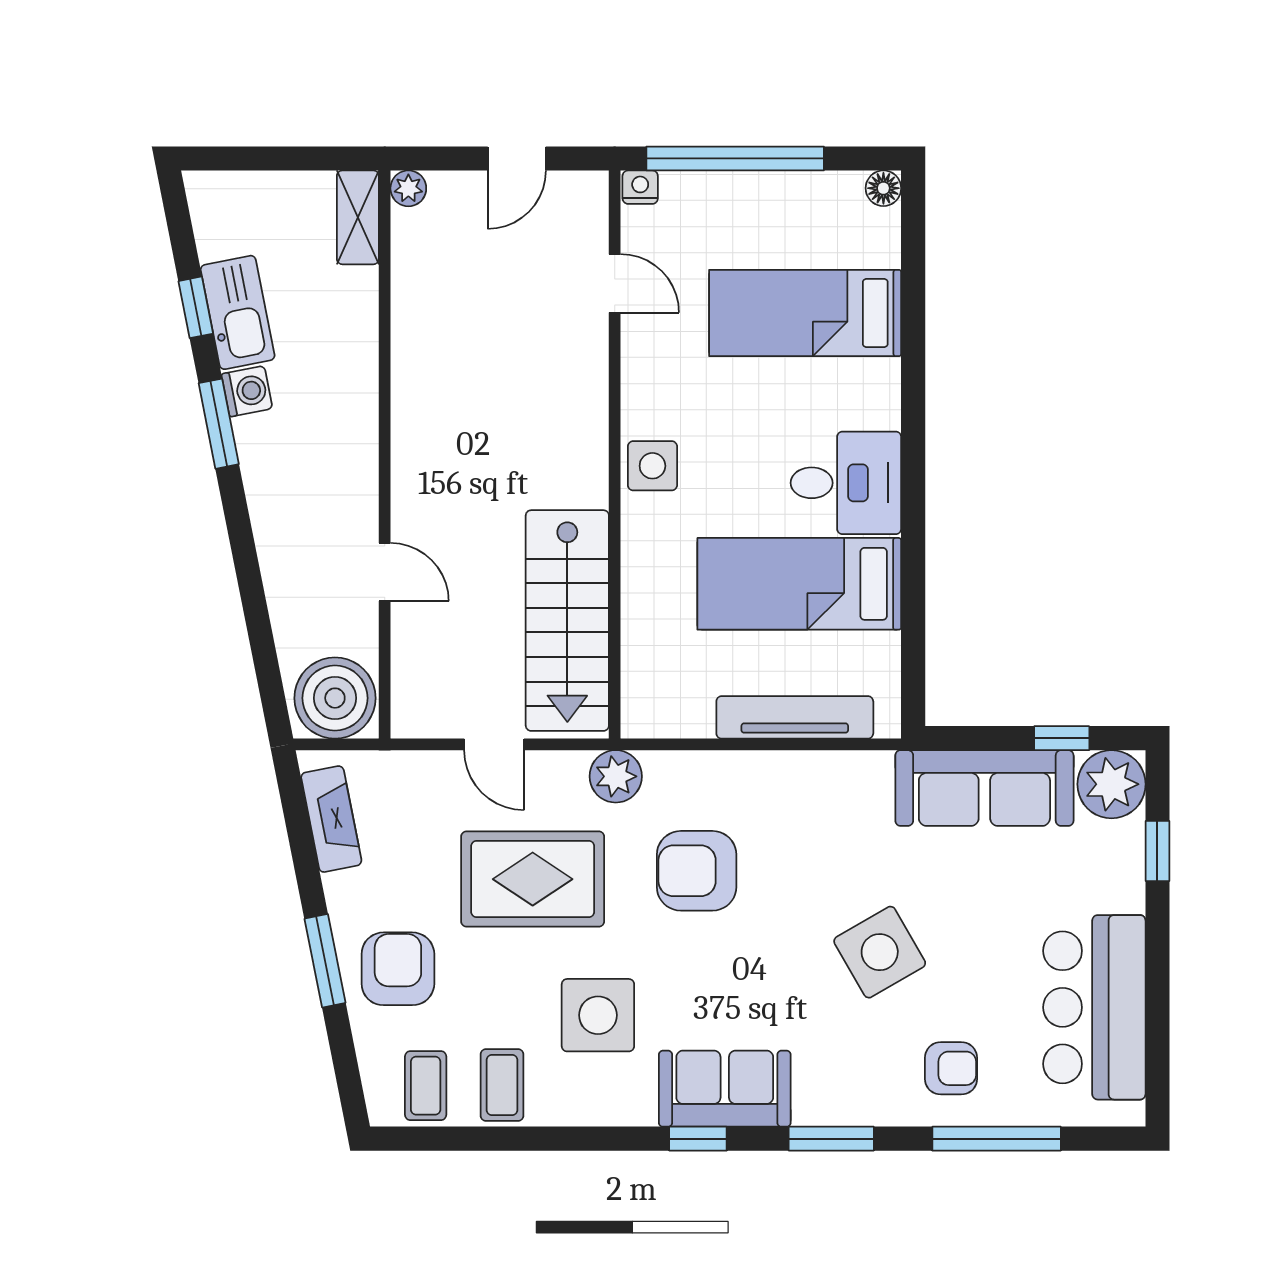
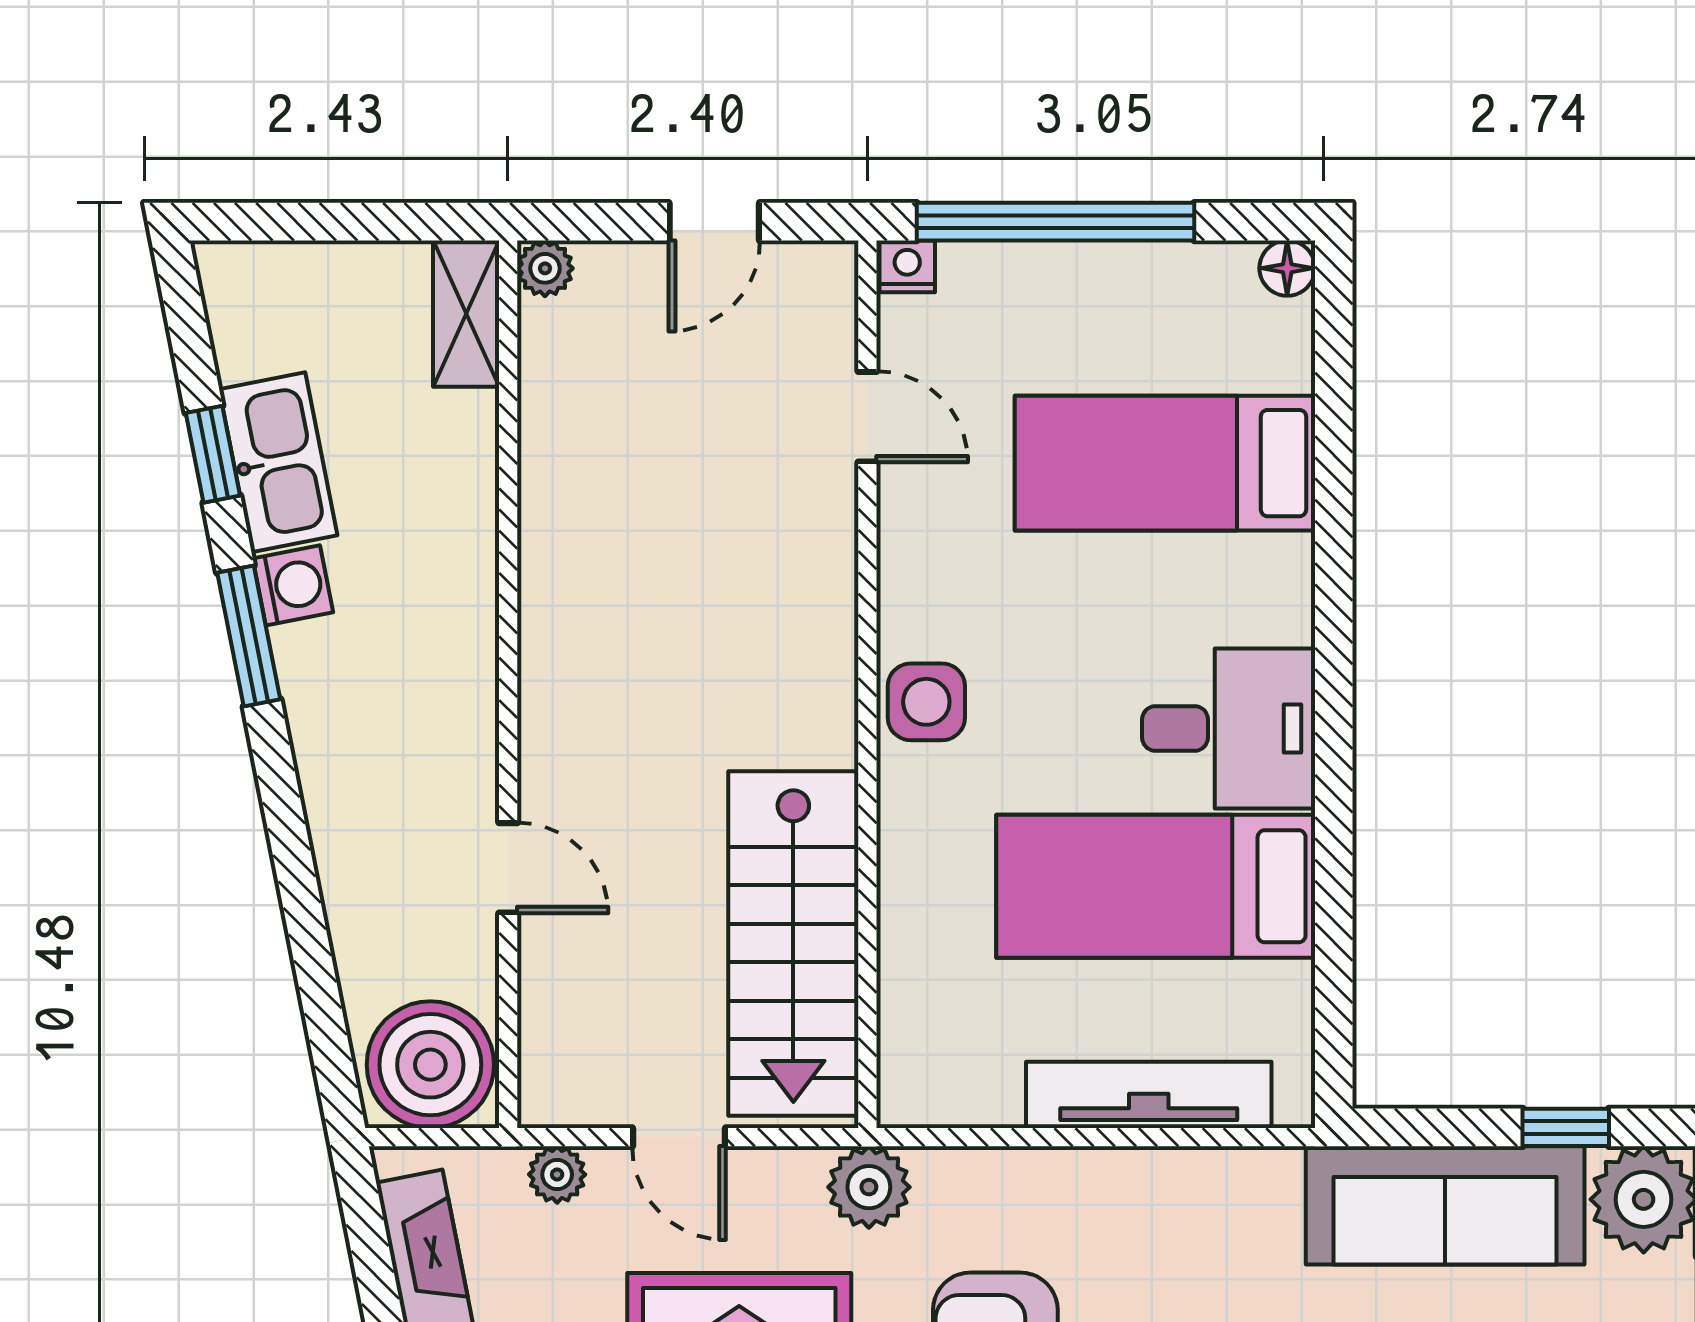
plant: (416, 768) -> (557, 1174), added

